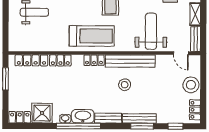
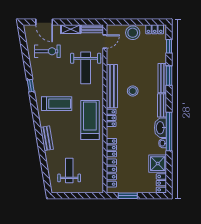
weight bench: (151, 31) -> (86, 68), turned -90

